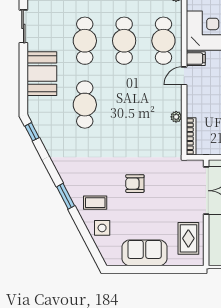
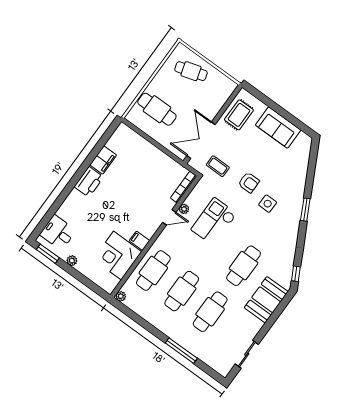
booth: (42, 74) -> (266, 300), moved
door: (184, 76) -> (169, 217), moved
checkout: (141, 125) -> (214, 222), added
coffee table: (95, 203) -> (218, 166), moved
side table: (102, 228) -> (268, 204), moved

